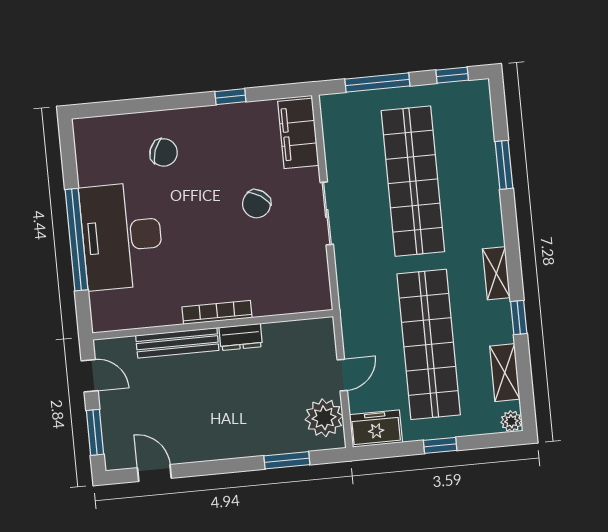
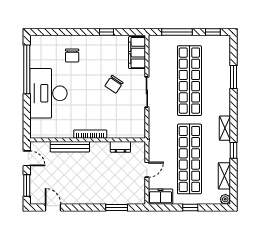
chair: (164, 152) -> (72, 55), turned 70
window: (77, 240) -> (27, 69), moved
dresser: (241, 337) -> (120, 147), moved
plant: (324, 418) -> (136, 189), removed

